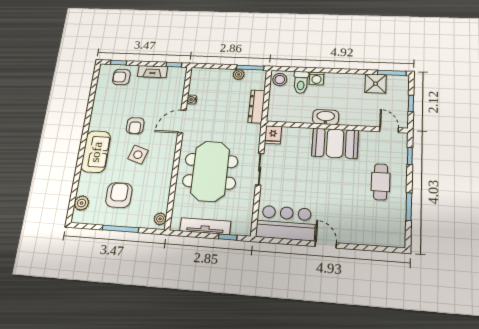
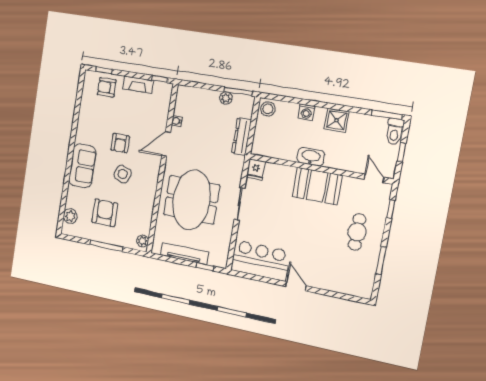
toilet: (301, 82) -> (395, 132), moved
shower: (376, 84) -> (337, 120), moved

